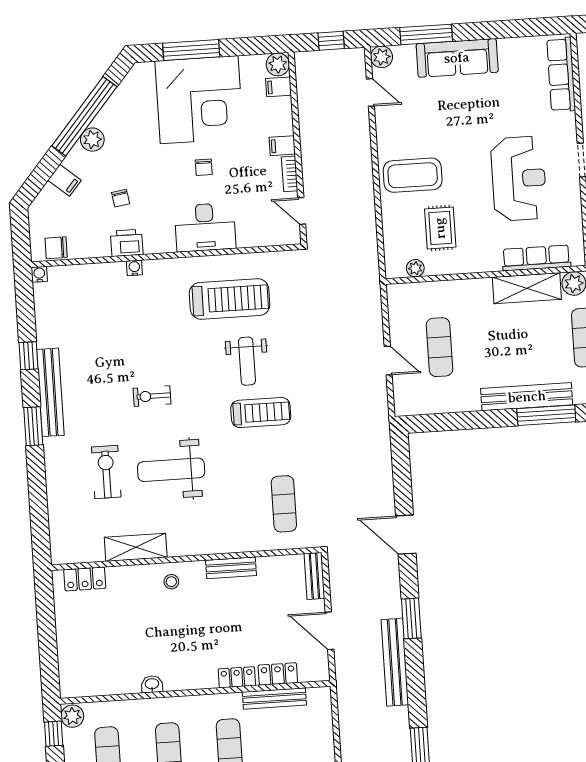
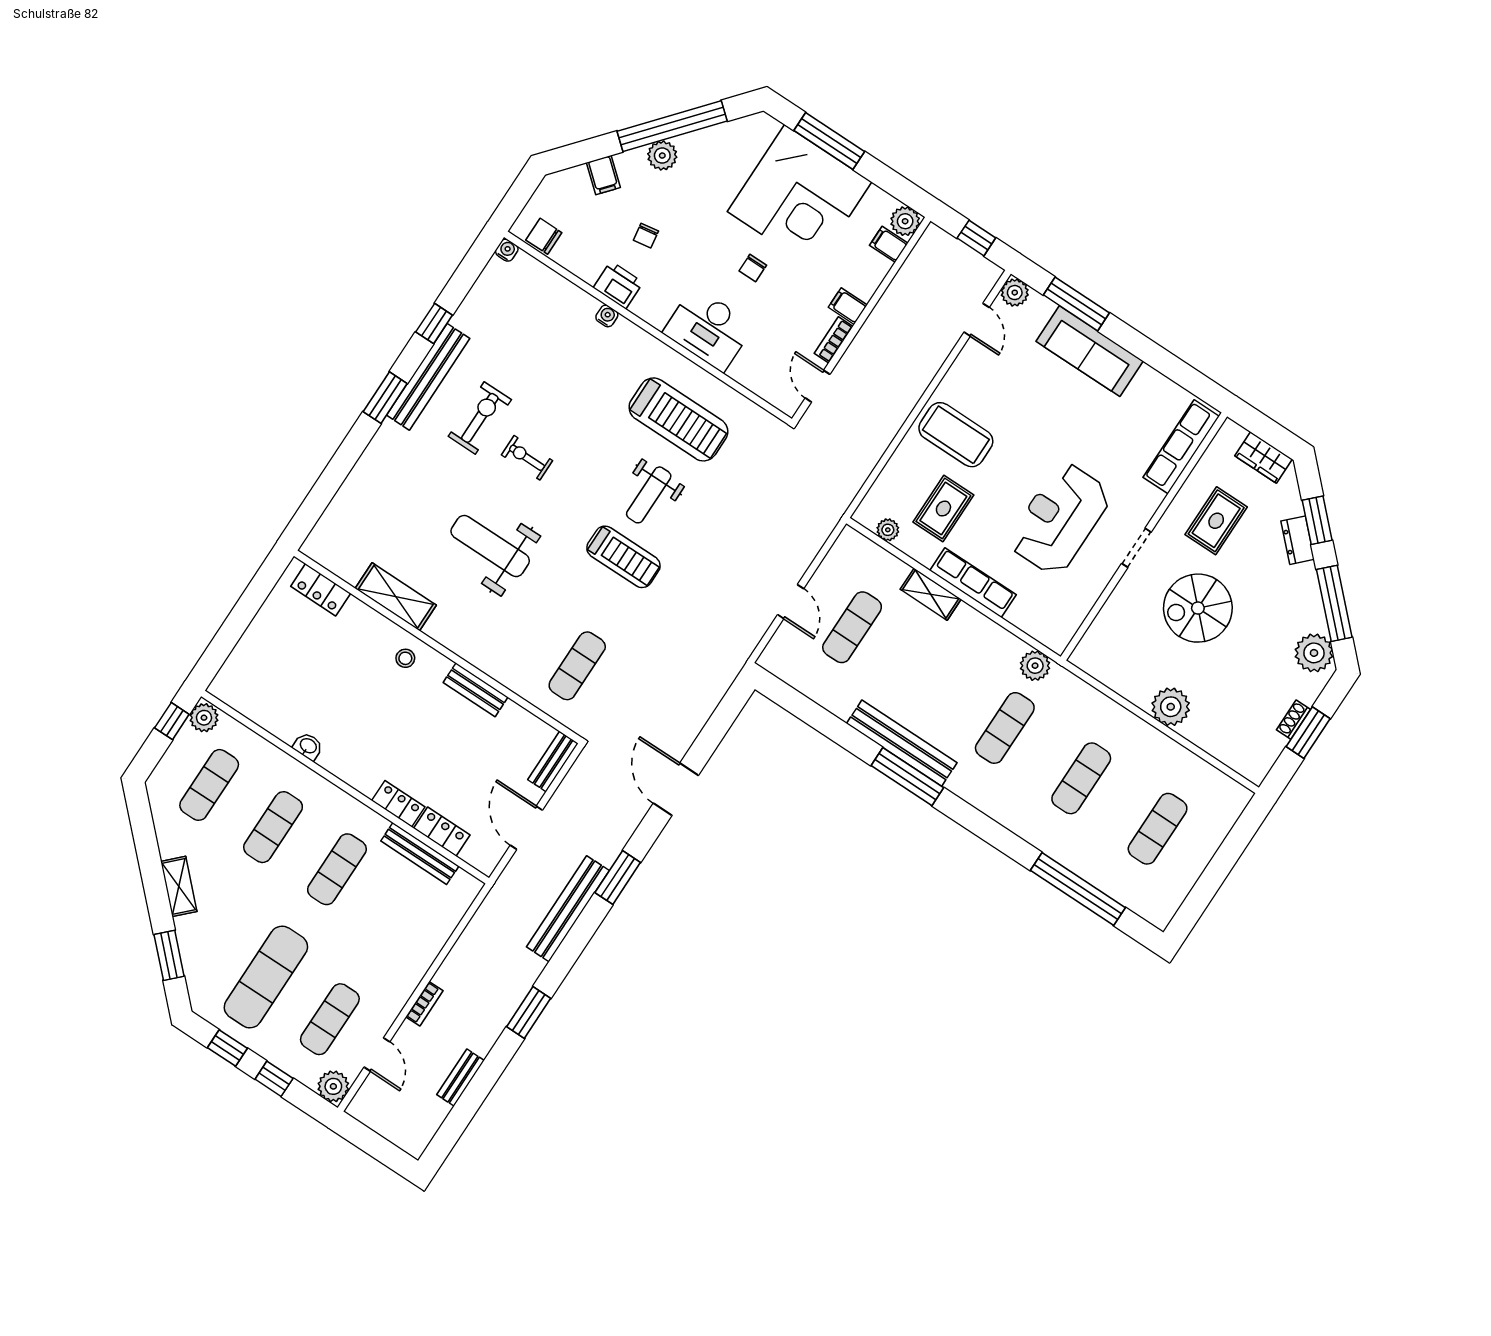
reception desk: (519, 179) -> (1060, 519), turned 180
row of seats: (536, 258) -> (973, 583), moved
shelving: (527, 288) -> (931, 594), moved, width x0.67, depth x0.75
exercise bike: (106, 472) -> (480, 418), moved

